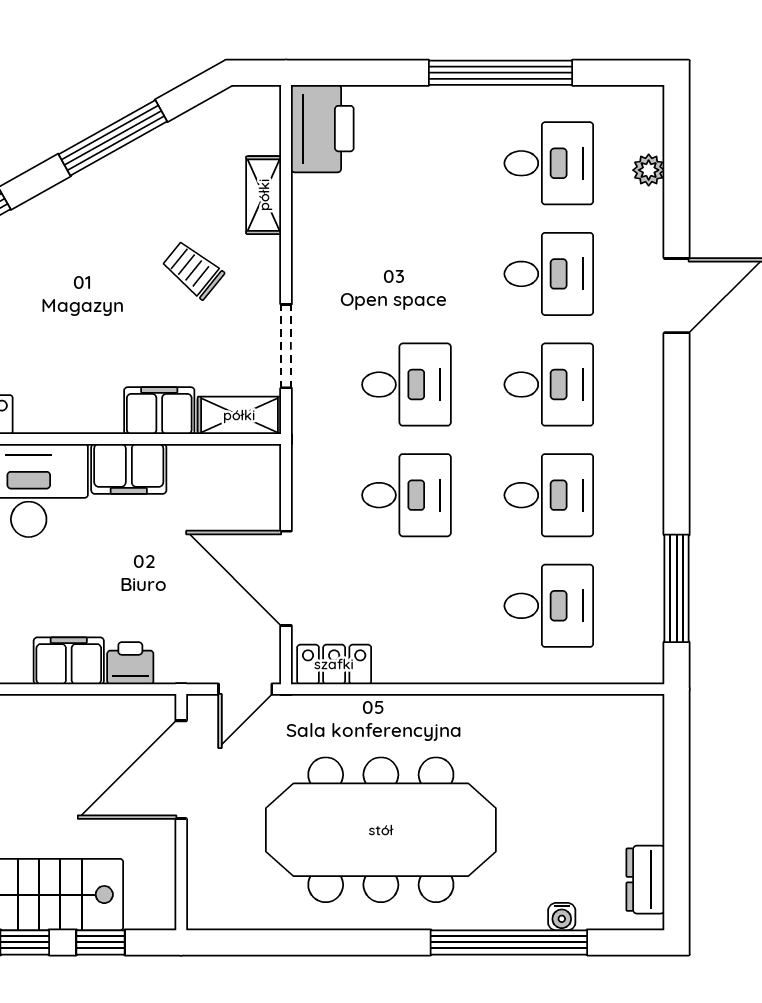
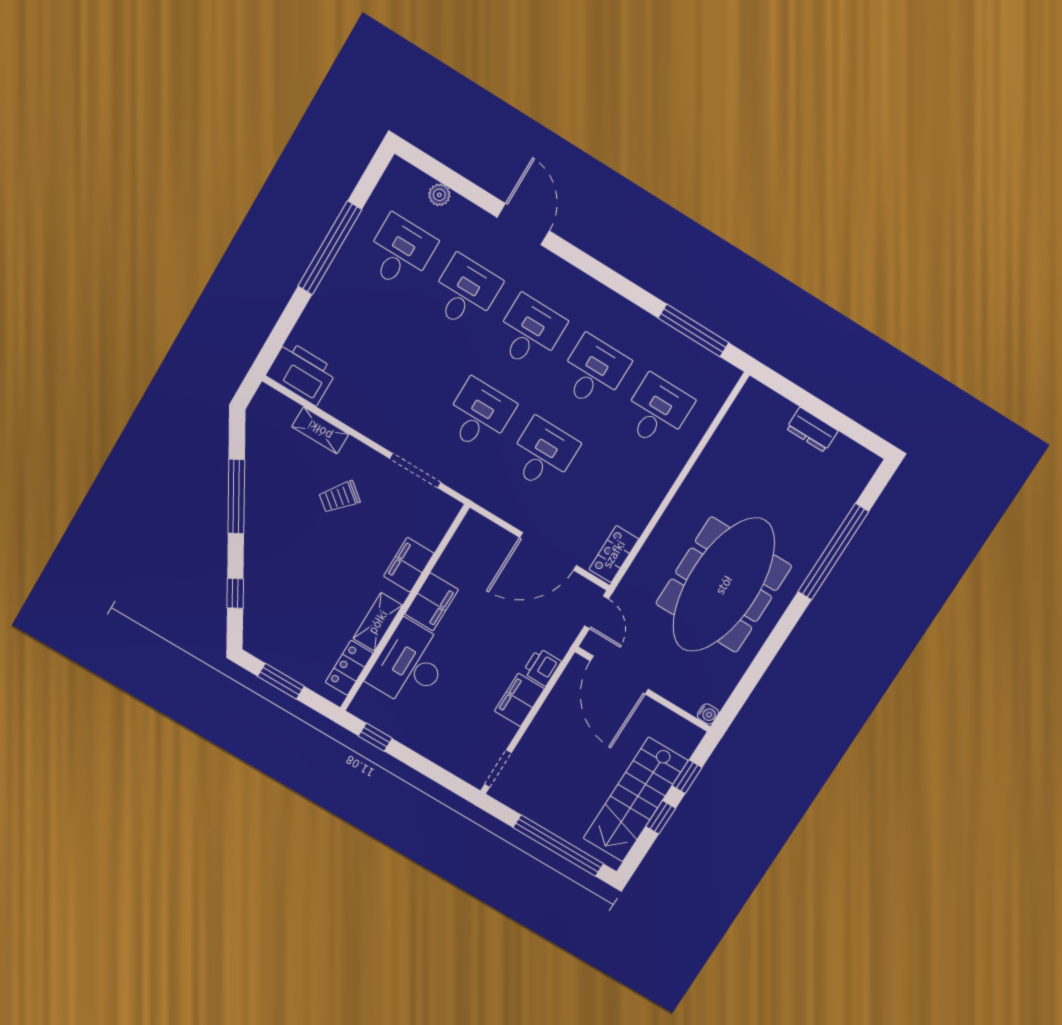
shelving: (239, 415) -> (378, 622), moved
dresser: (645, 880) -> (812, 430), moved
water cooler: (562, 917) -> (708, 714), moved

